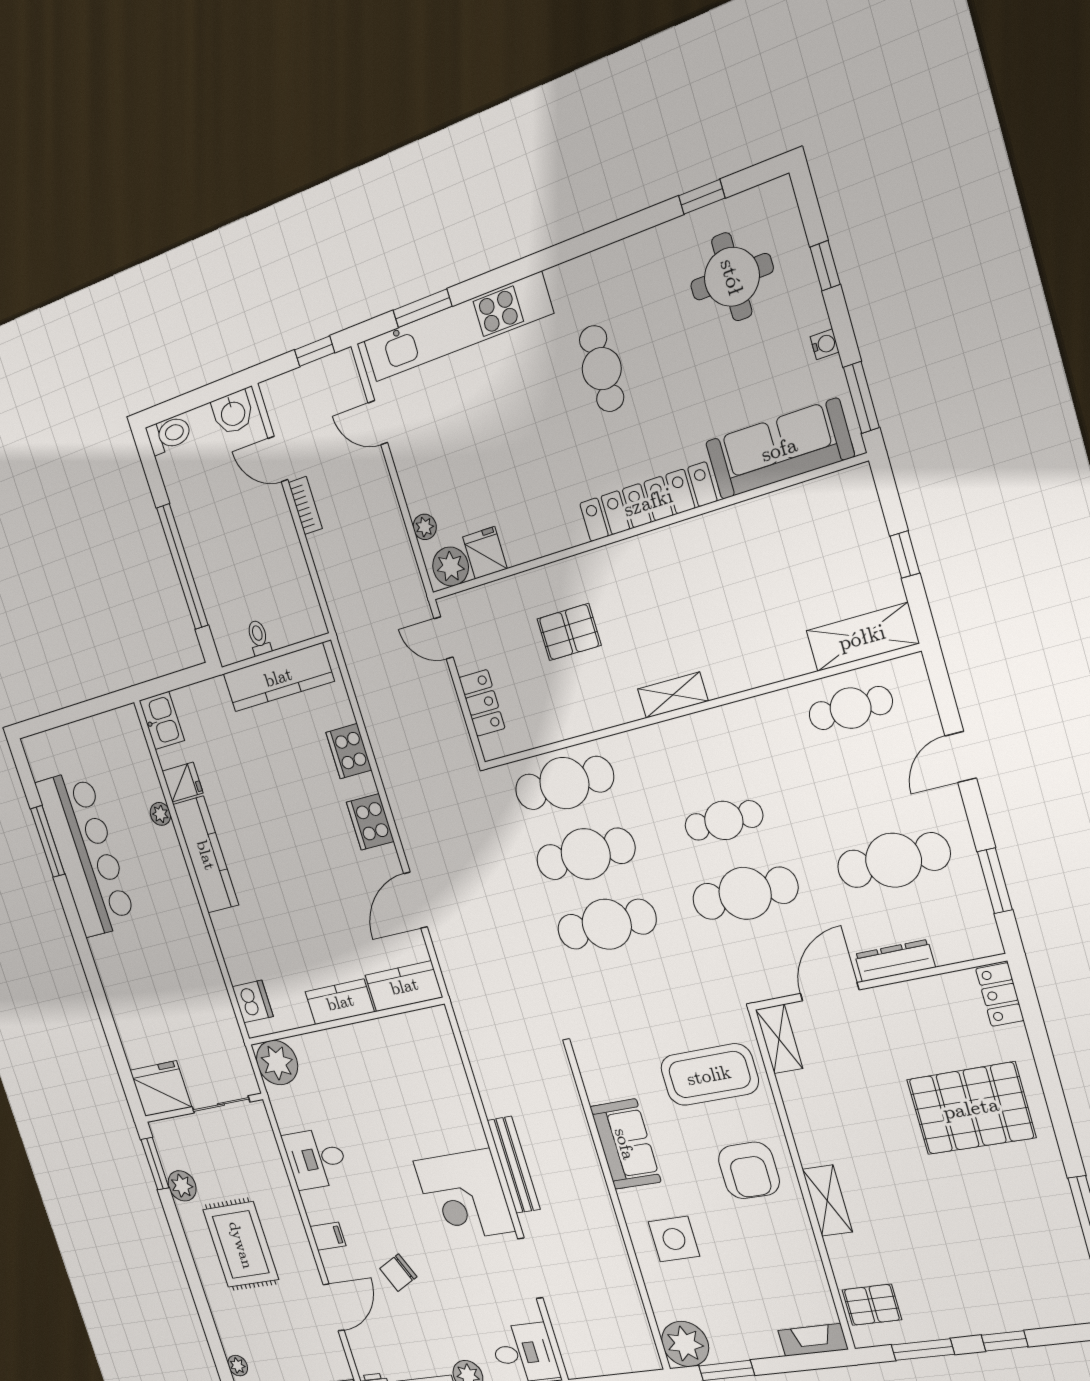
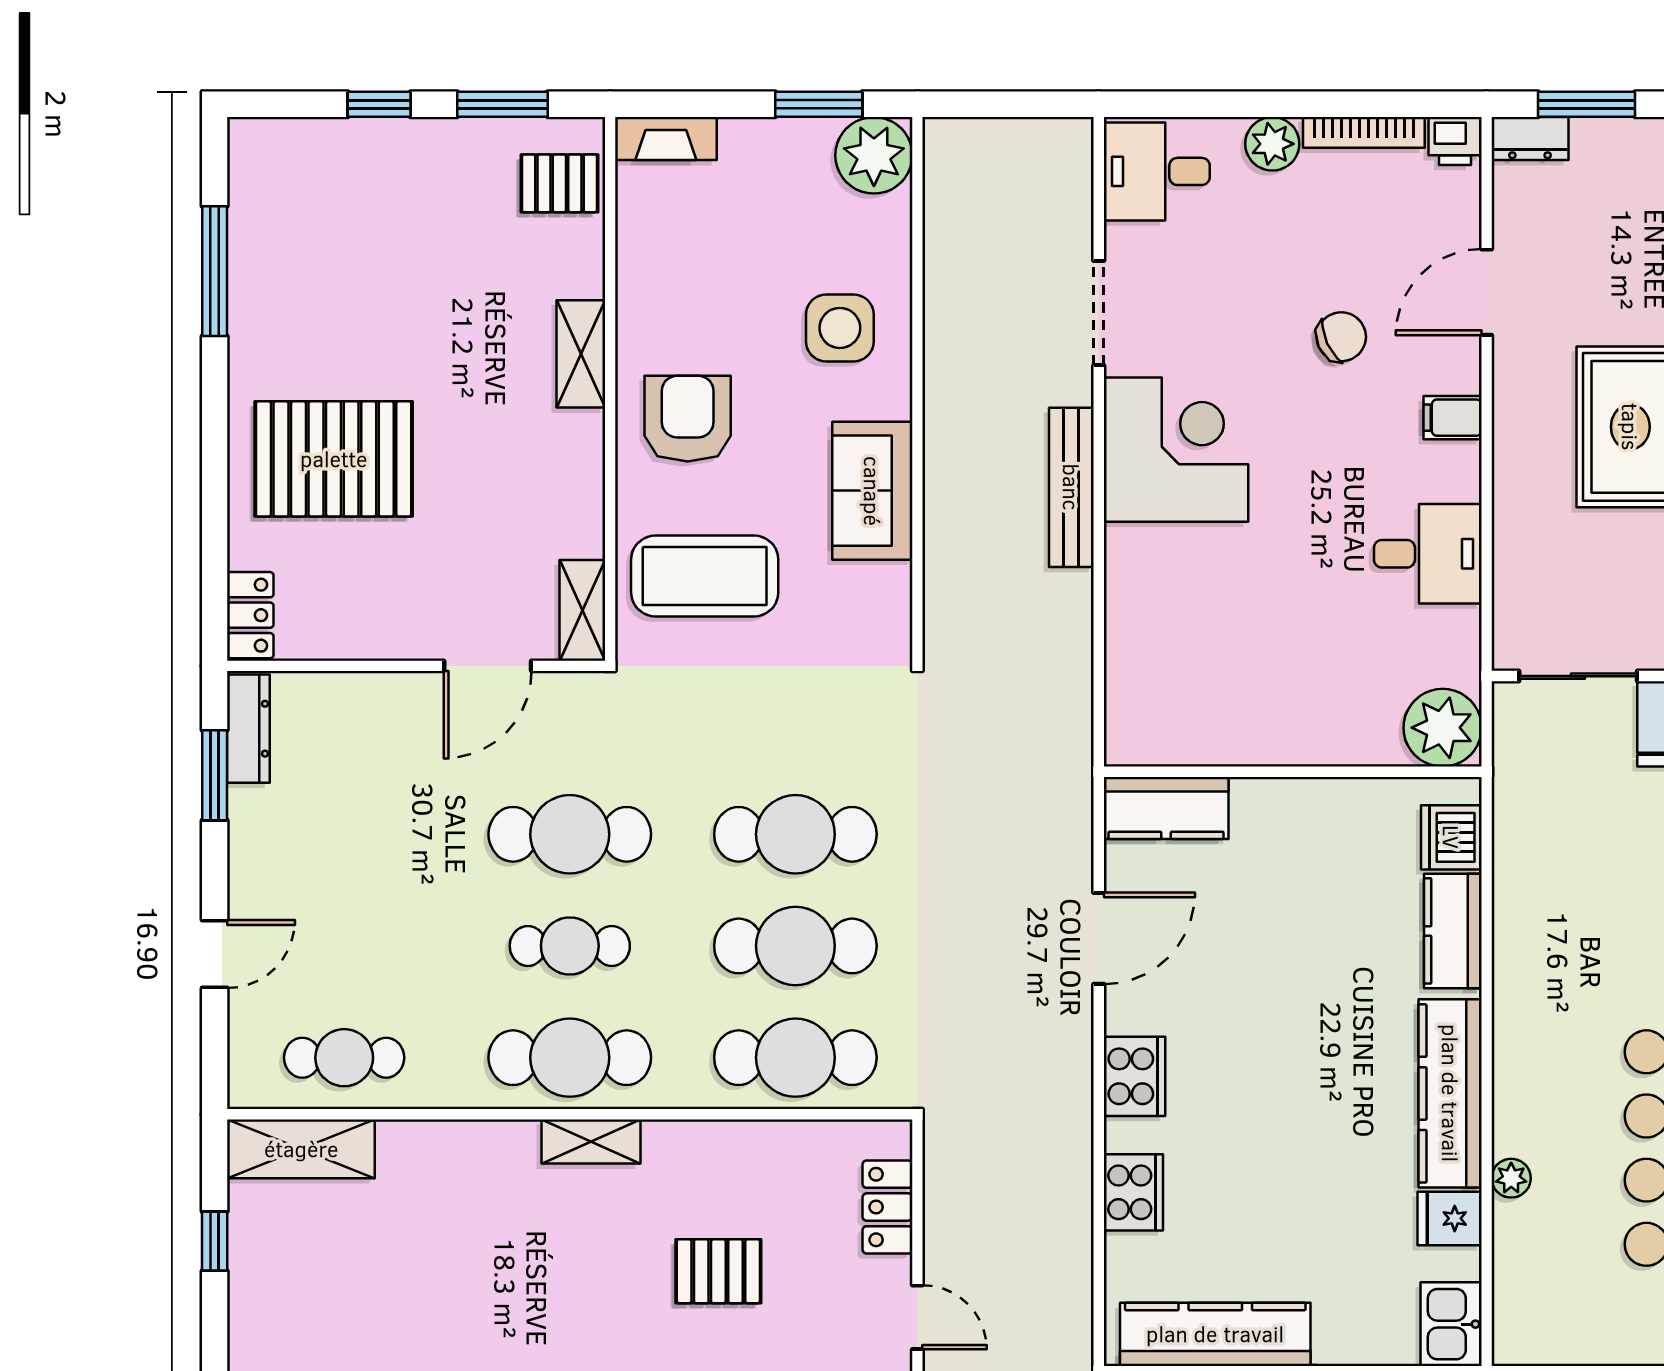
cafe table: (893, 860) -> (570, 1058), moved
dresser: (895, 961) -> (248, 729), moved, turned -90
kitchen counter: (340, 1002) -> (1453, 931), moved, turned 90

